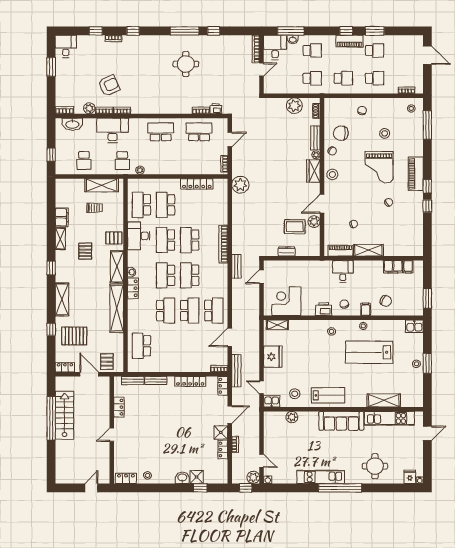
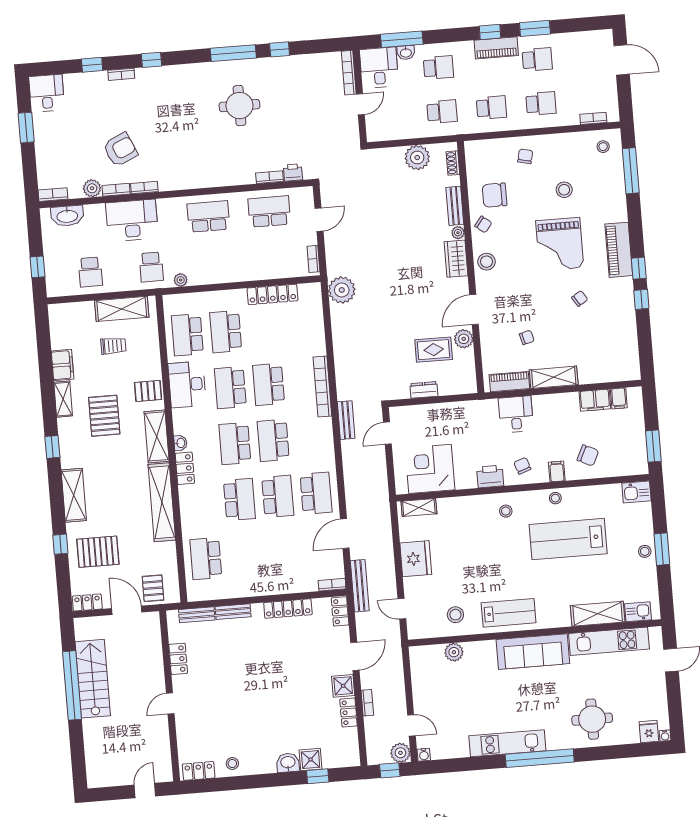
pallet: (85, 251) -> (104, 416), width x1.50, depth x1.42
kitchen sink: (272, 401) -> (638, 612), moved

